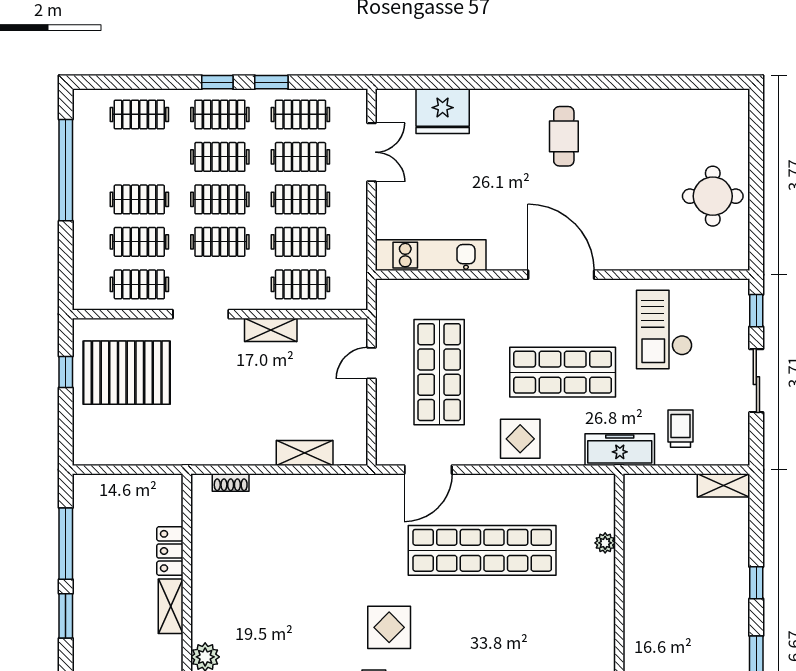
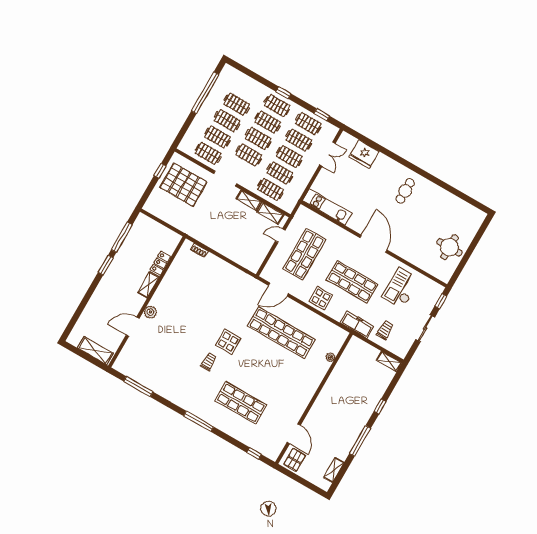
window: (271, 82) -> (322, 115), moved
clothes rail: (139, 114) -> (237, 104), moved
shelving: (305, 453) -> (270, 213), moved

